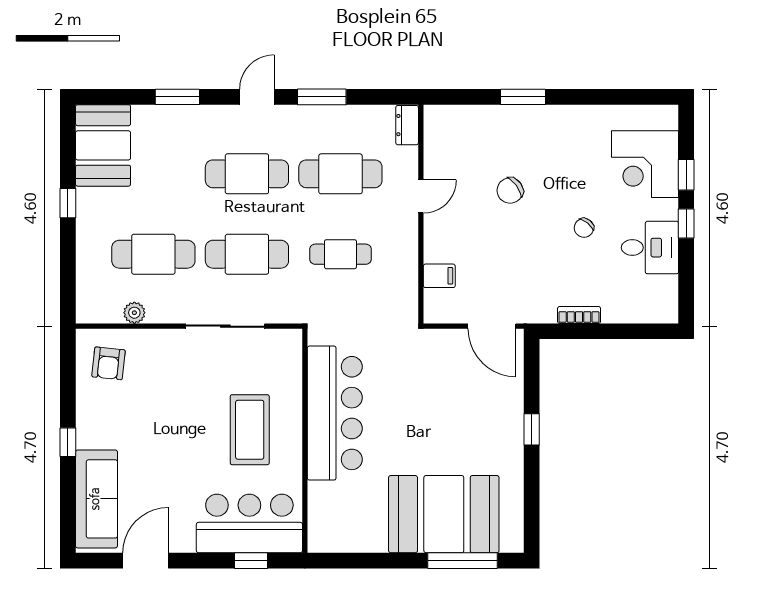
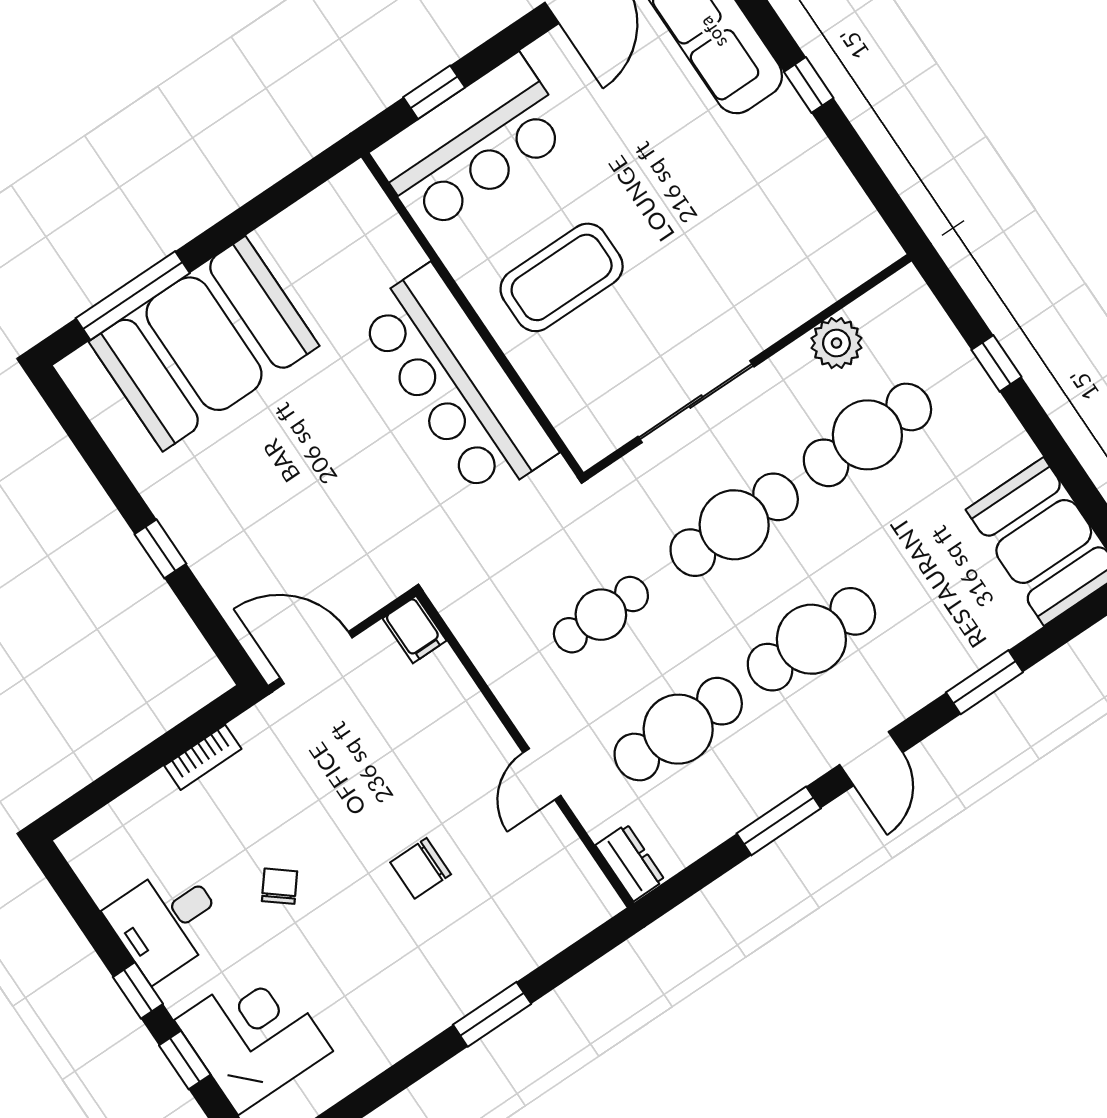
chair: (510, 190) -> (421, 868), turned -144
window: (68, 203) -> (996, 363), moved
filing cabinet: (439, 276) -> (415, 630), moved, turned -90
plant: (134, 313) -> (836, 343), width x1.38, depth x1.38
armchair: (108, 363) -> (827, 236), removed
coffee table: (250, 430) -> (562, 277), turned 90

